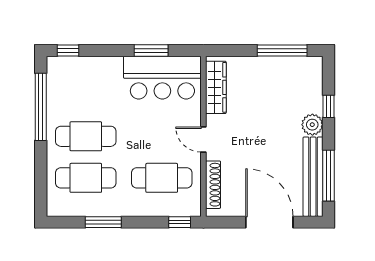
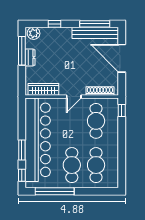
window: (151, 50) -> (22, 150), moved
dresser: (271, 64) -> (30, 57), added
bar counter: (162, 78) -> (38, 140), width x1.86
plant: (312, 125) -> (34, 33), moved
window: (103, 222) -> (122, 155), removed
door: (269, 222) -> (122, 58), hinge flipped

